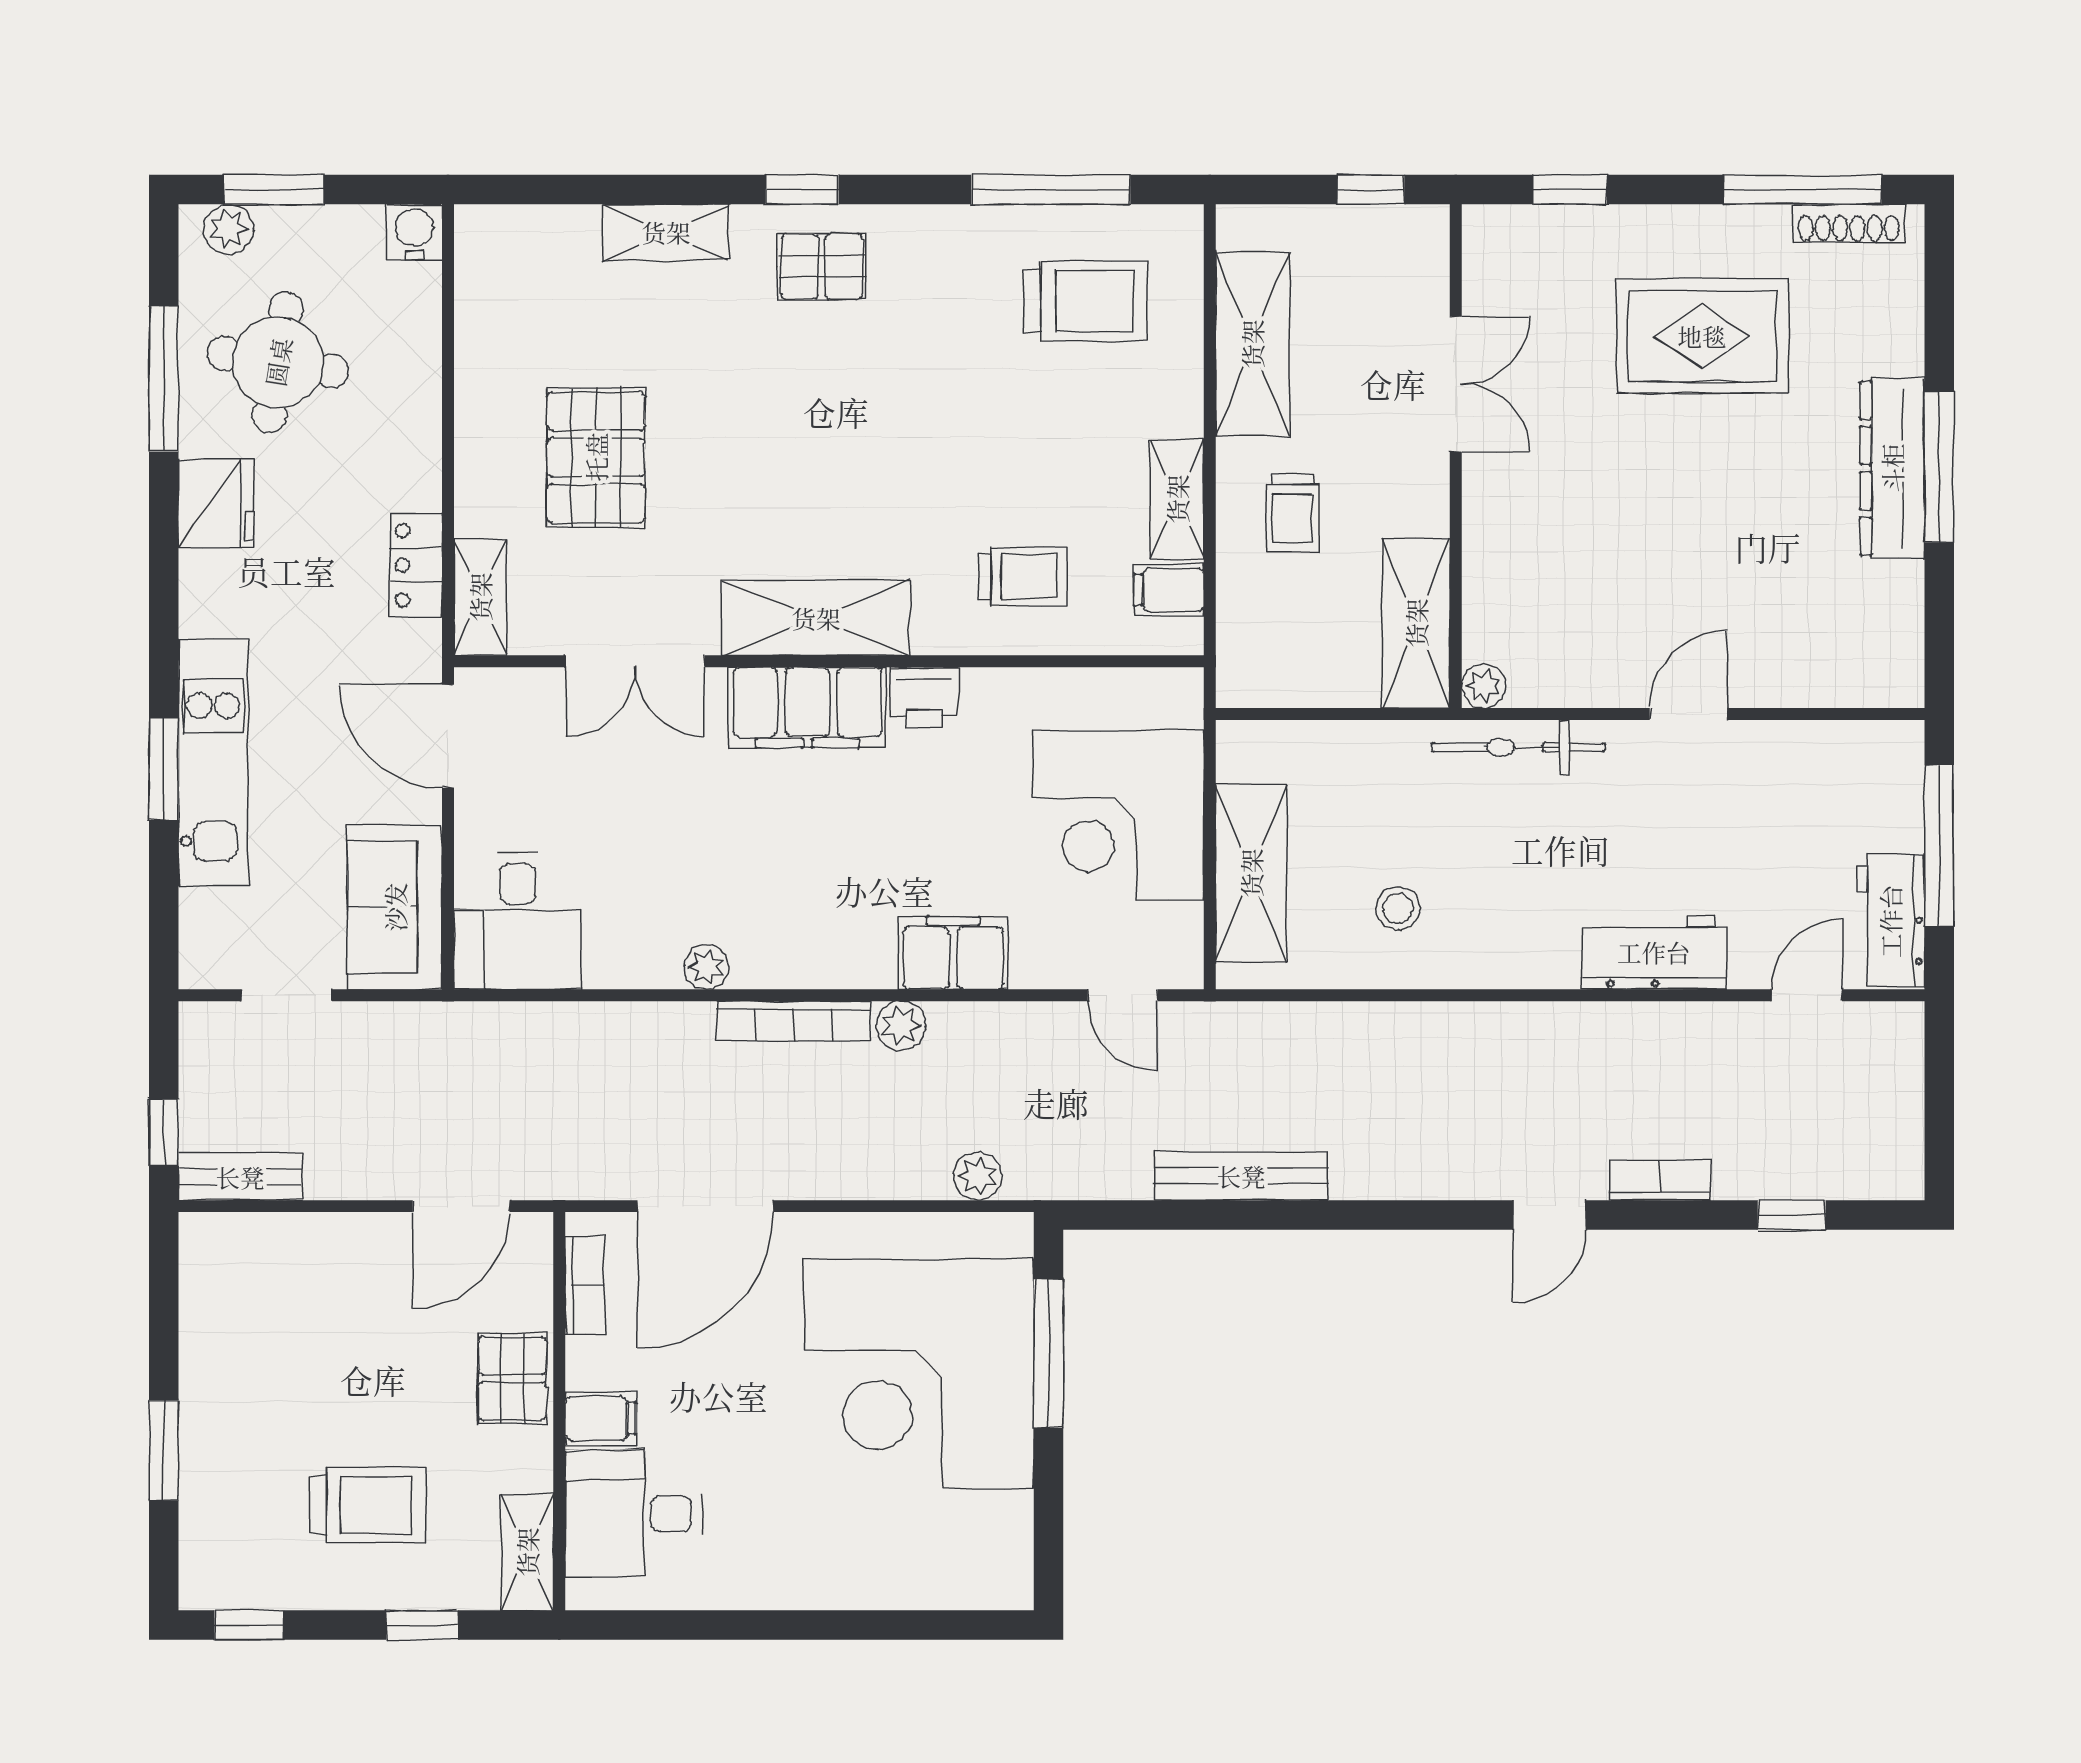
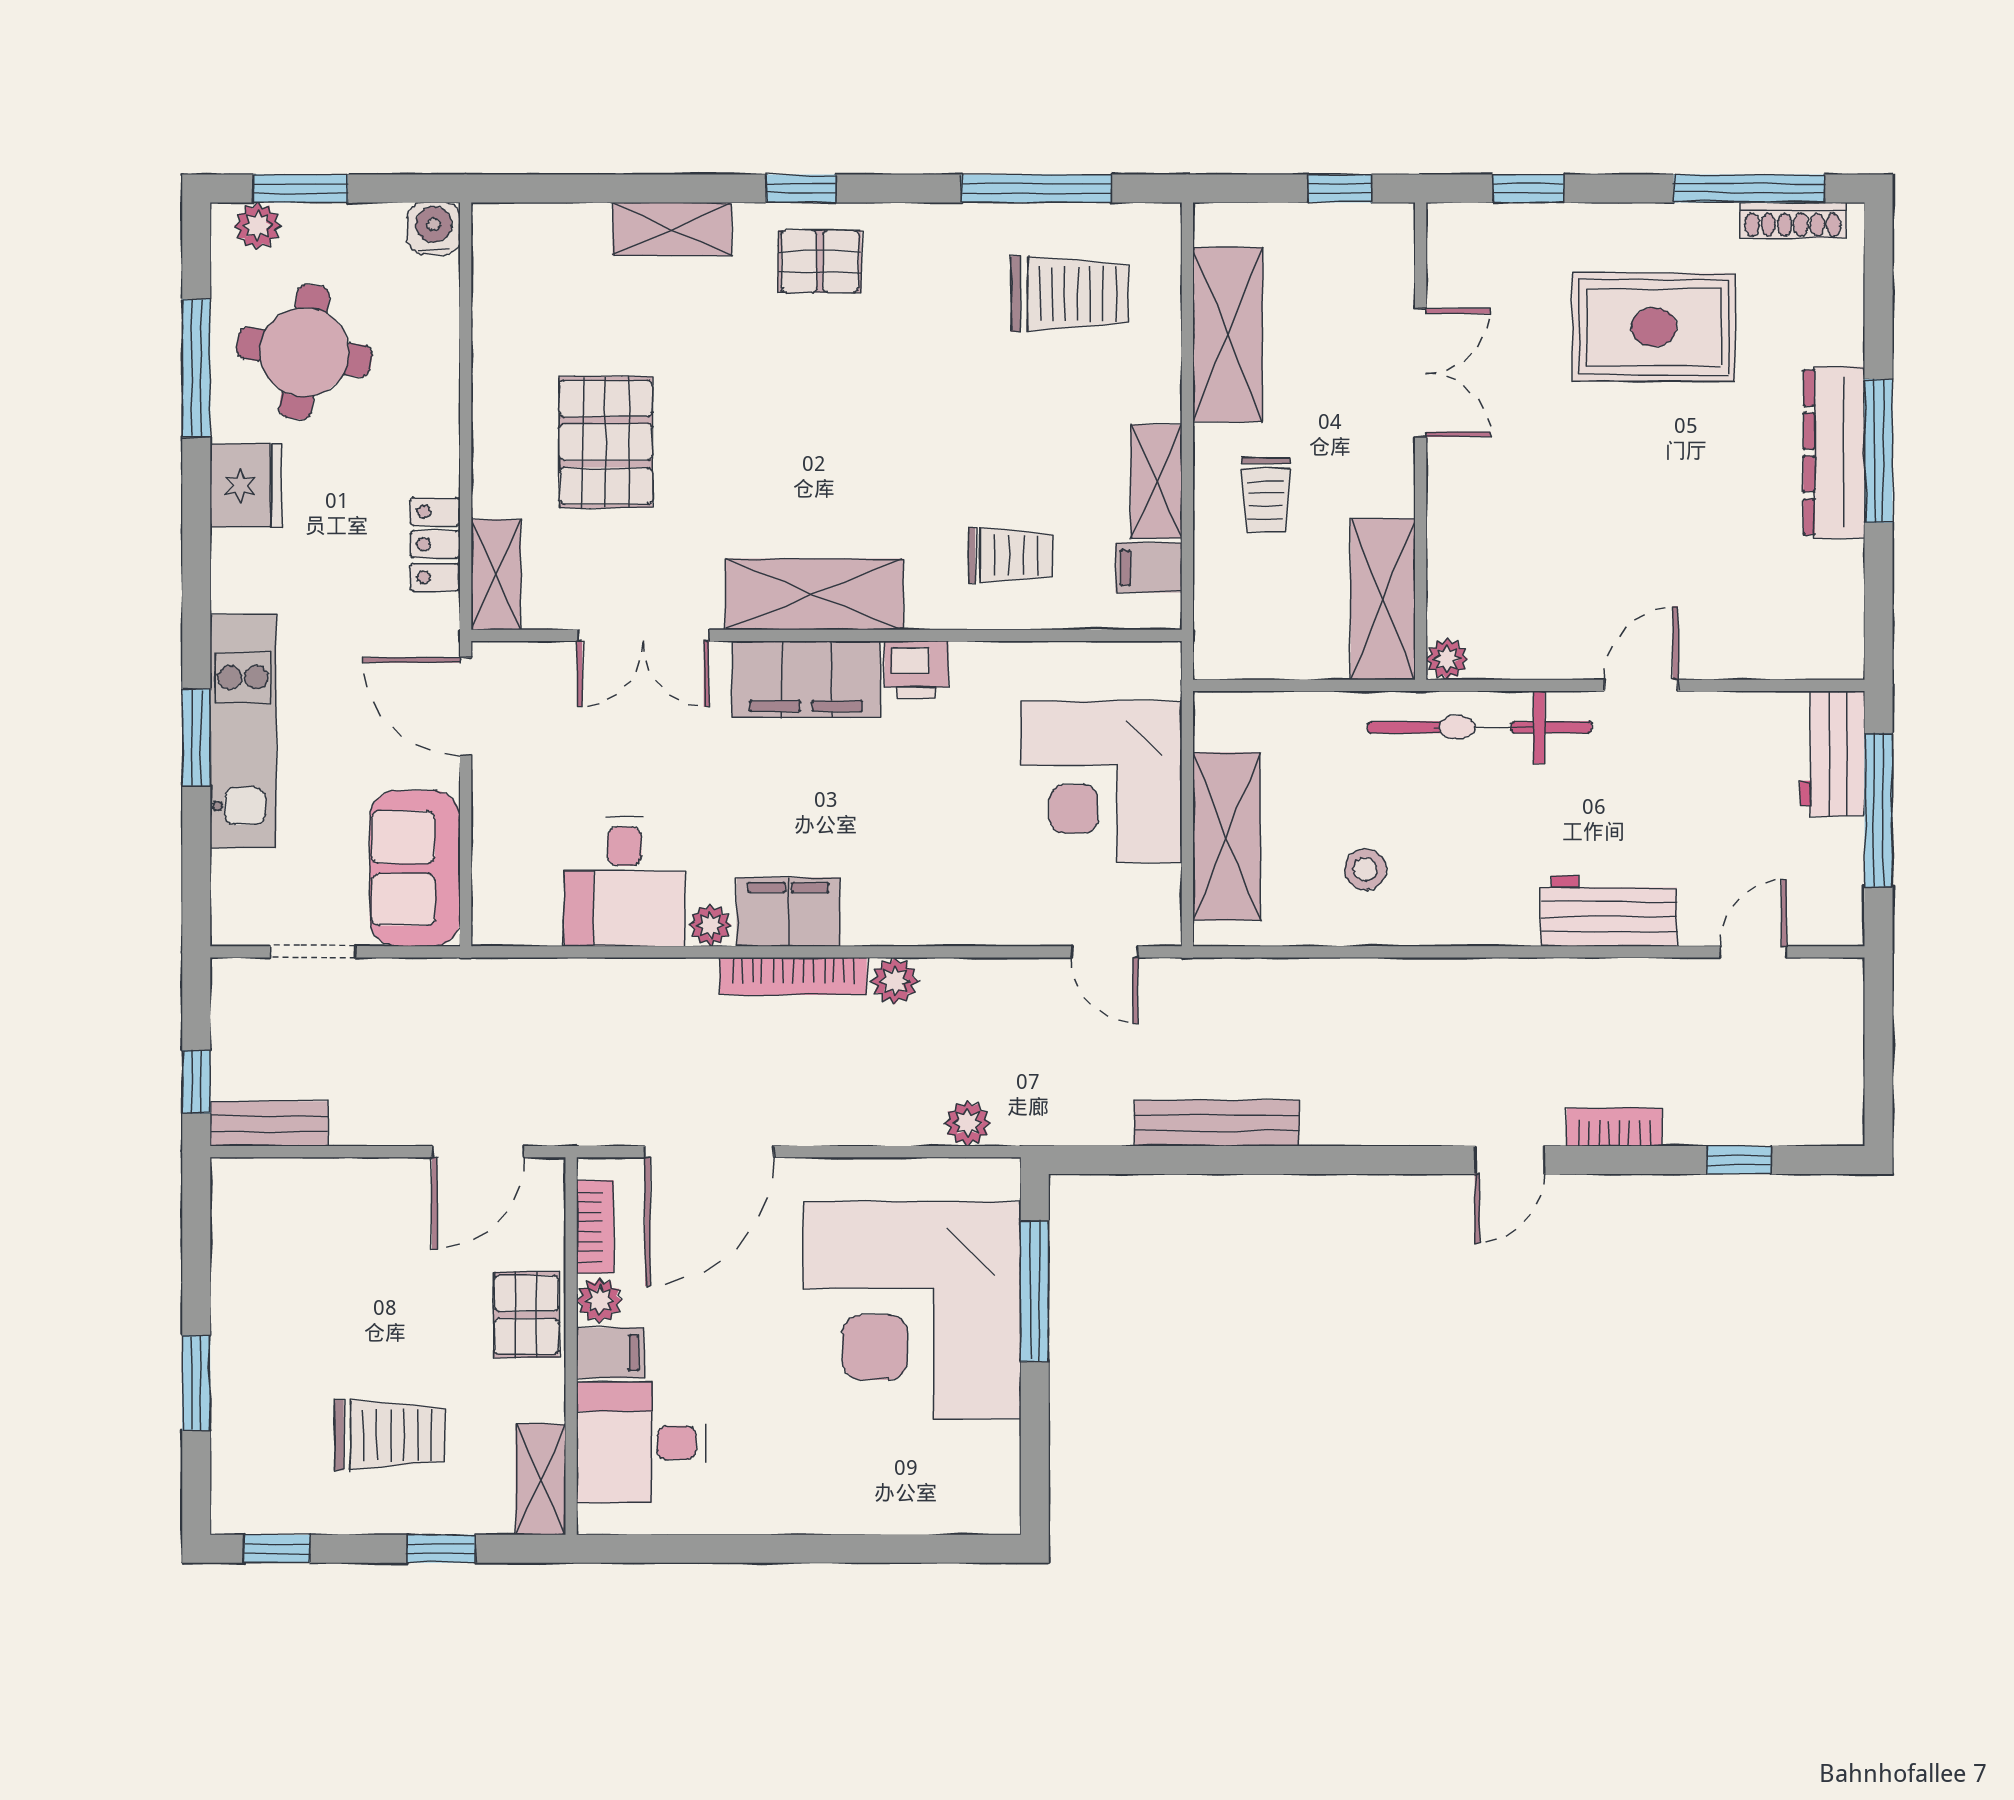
bicycle: (1518, 747) -> (1480, 727), width x1.37, depth x1.40
desk: (517, 921) -> (625, 881), moved
workbench: (1890, 921) -> (1832, 753), moved
filing cabinet: (953, 953) -> (788, 912), moved
plant: (589, 1363) -> (599, 1300), added

